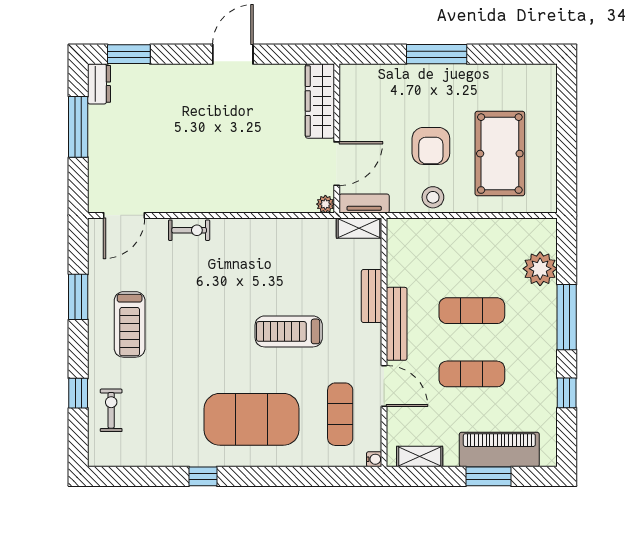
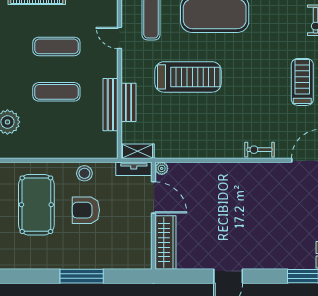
armchair: (431, 146) -> (86, 210), turned -90
door: (337, 164) -> (154, 197), swing flipped
bench: (397, 324) -> (110, 105), moved
treadmill: (289, 331) -> (188, 77), width x1.37, depth x1.38
door: (384, 386) -> (119, 38), width x0.73

